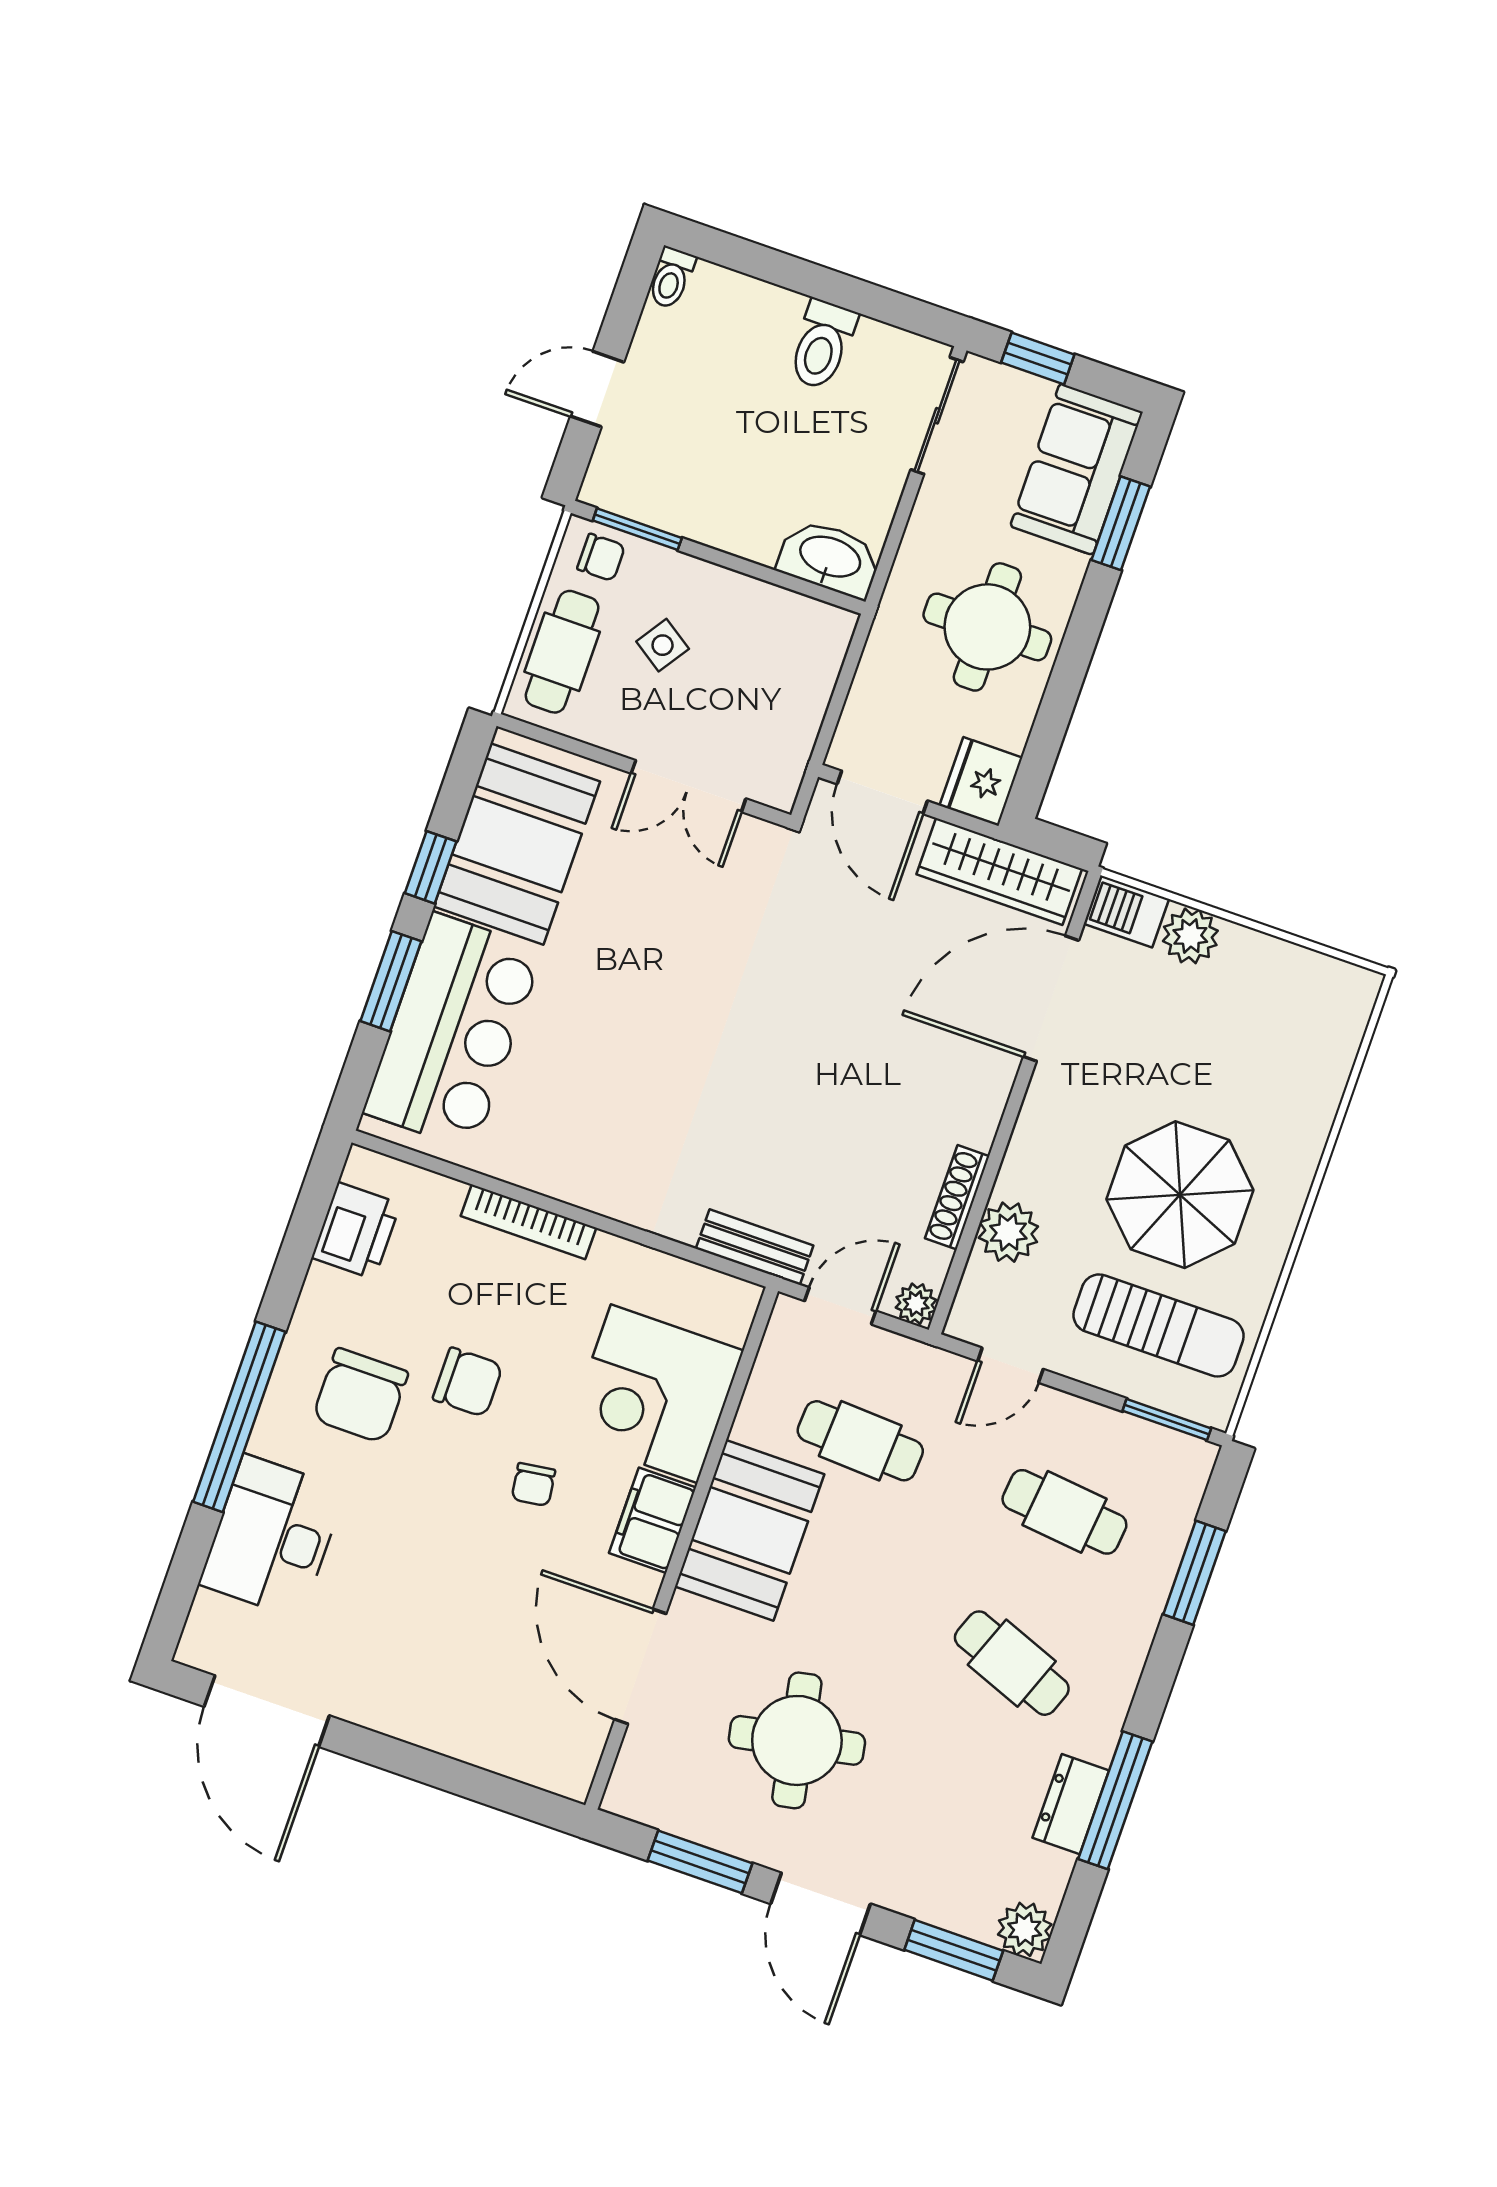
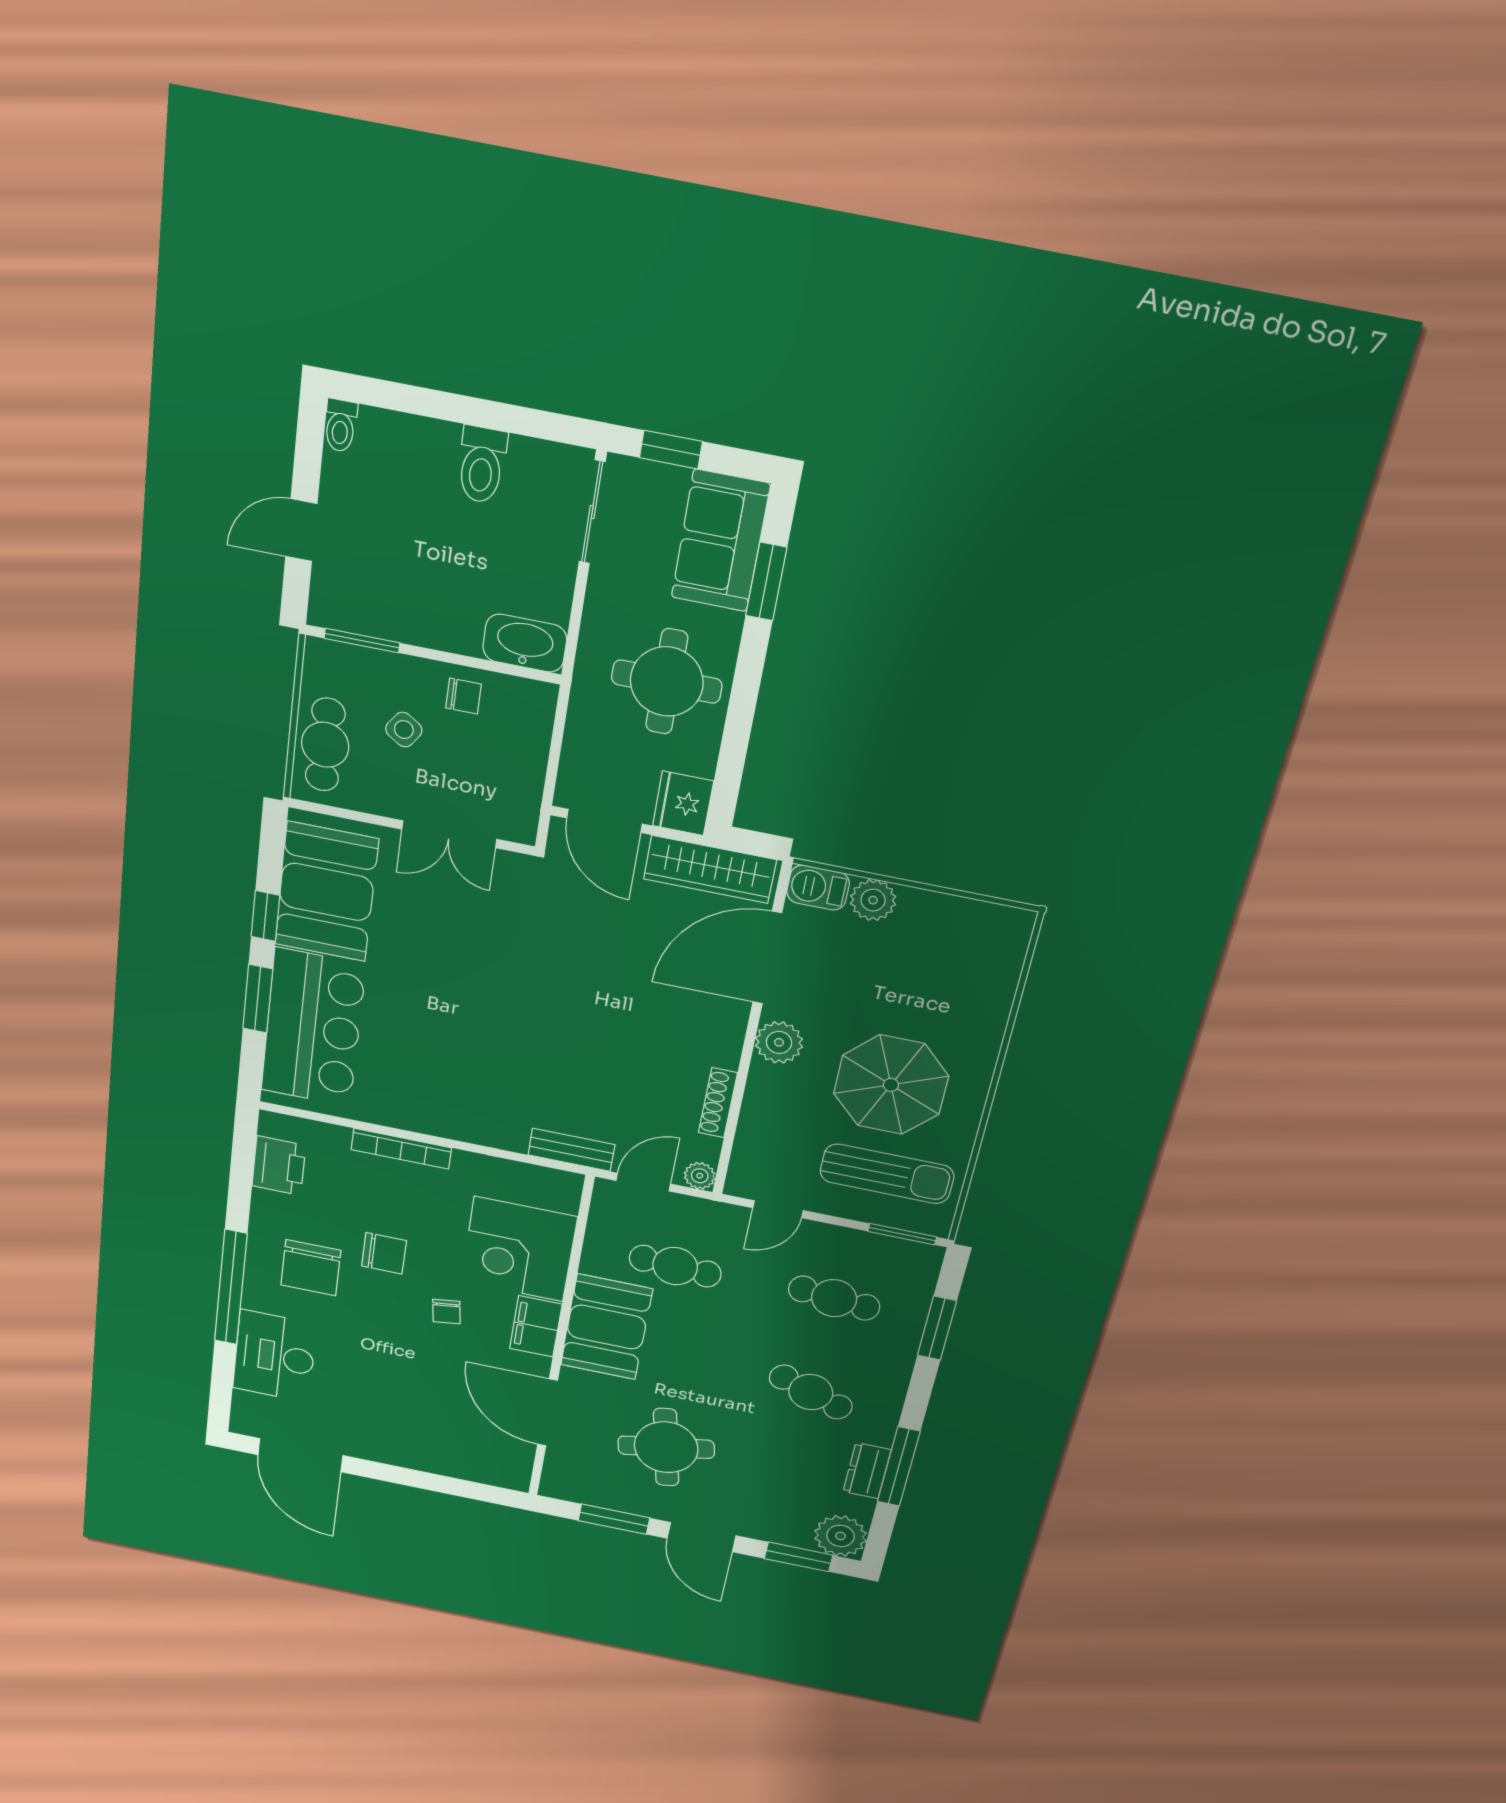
chair: (601, 557) -> (463, 696), moved
plant: (1008, 1232) -> (779, 1042), moved
plant: (1025, 1929) -> (841, 1536), width x1.36, depth x1.36

